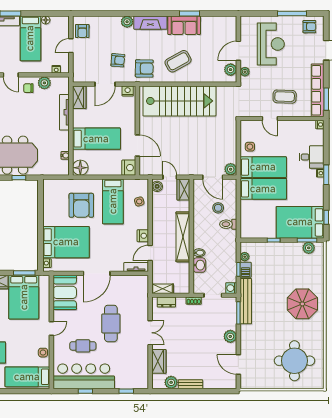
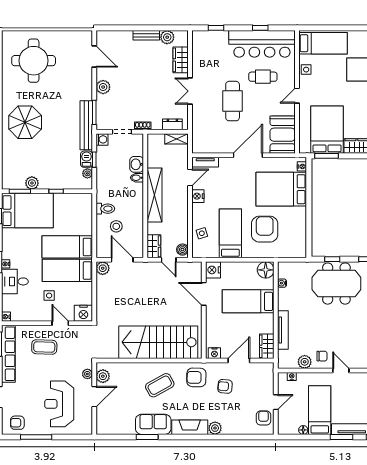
nightstand: (248, 128) -> (83, 313), added
side table: (250, 147) -> (49, 296), moved
plant: (309, 248) -> (32, 183), moved

